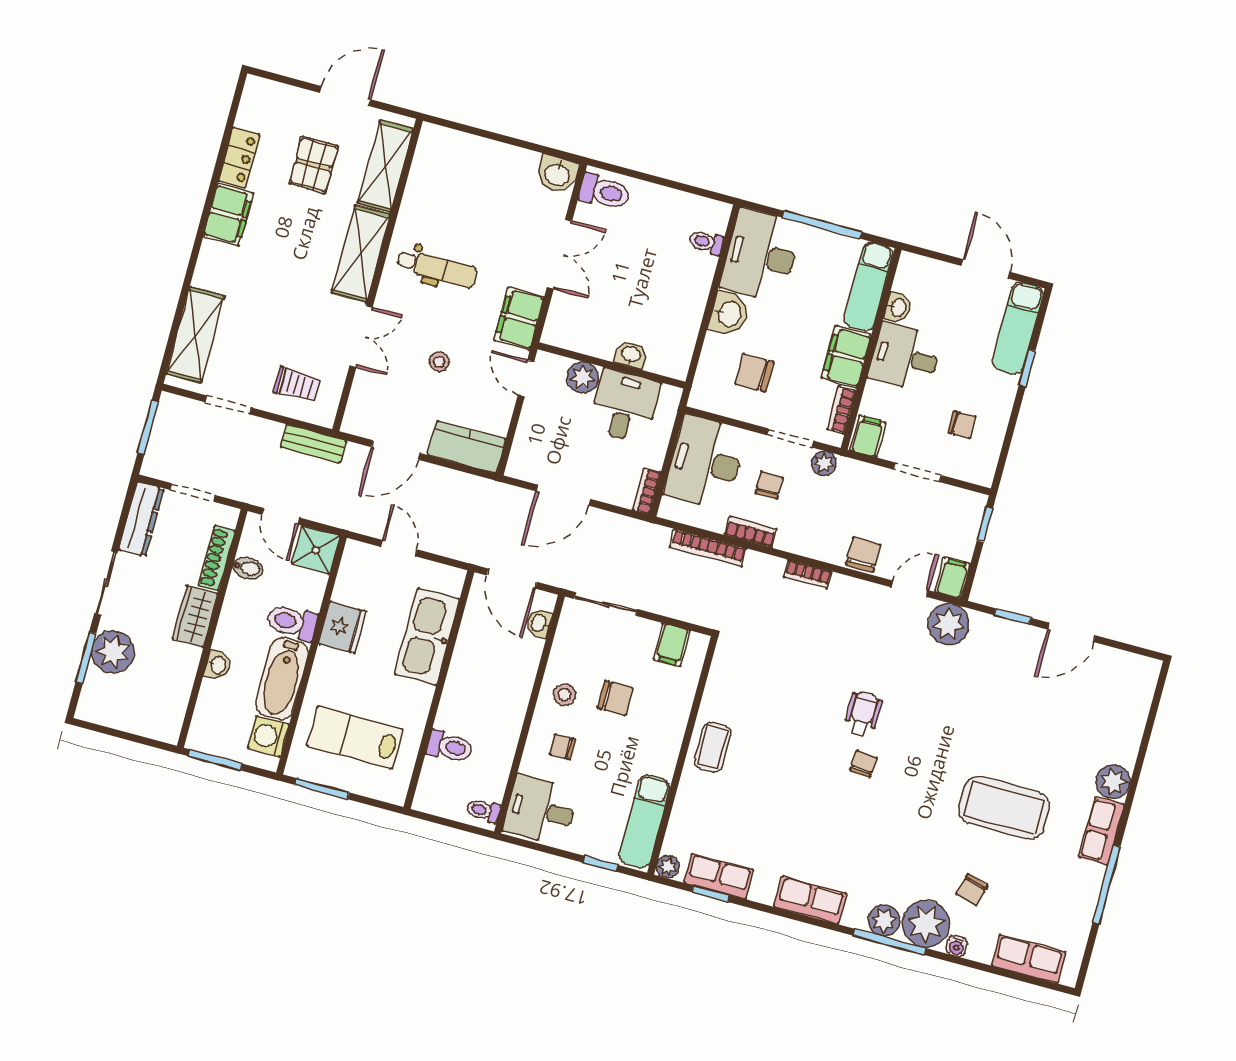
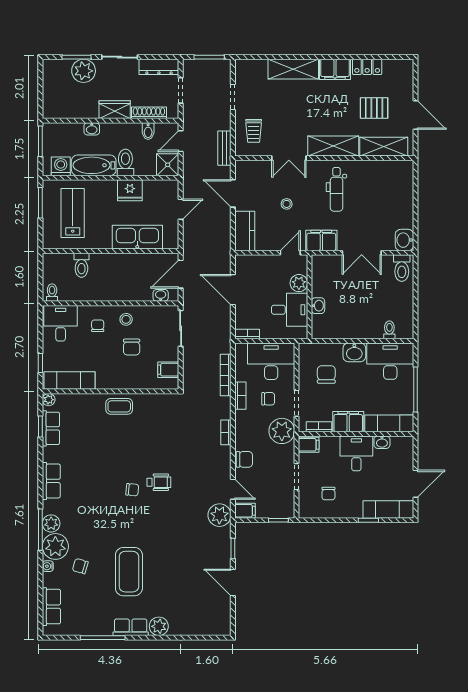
shelving: (195, 335) -> (293, 69), moved
plant: (824, 463) -> (282, 431), width x1.88, depth x1.88

